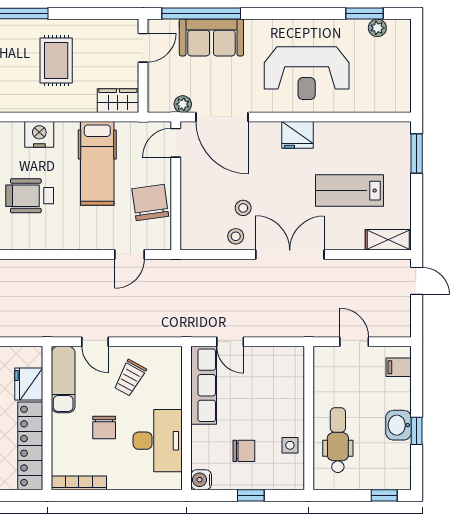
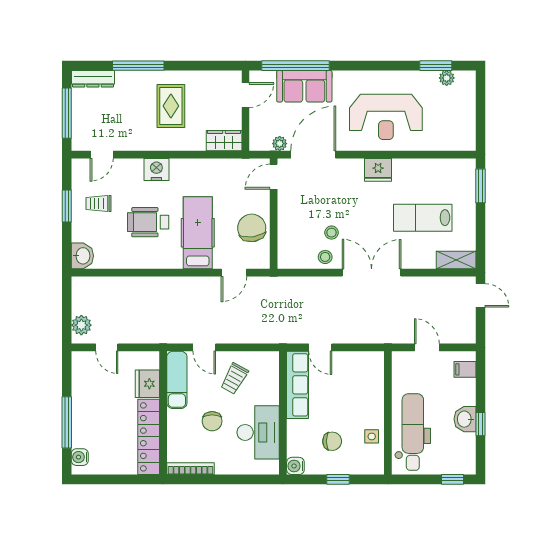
door: (222, 117) -> (313, 155), swing flipped
hospital bed: (97, 163) -> (198, 233), moved, turned 180
dental chair: (338, 440) -> (413, 432), width x1.36, depth x1.38

